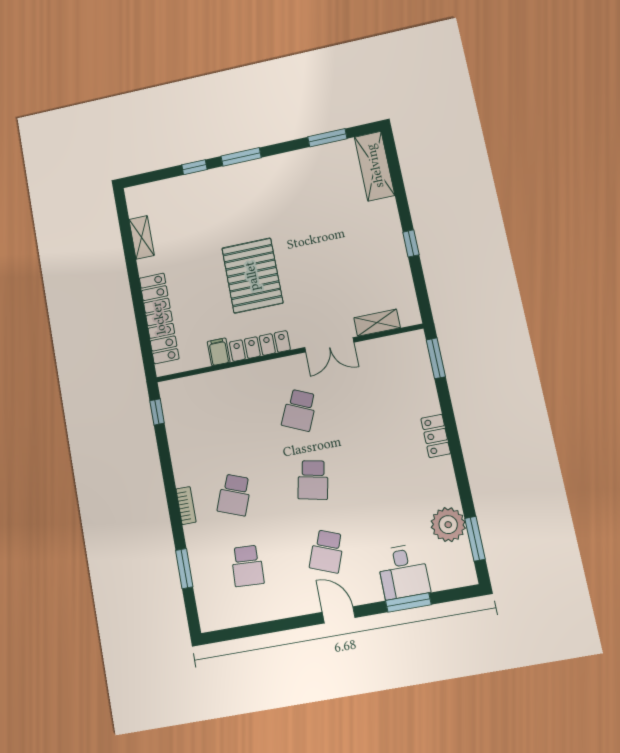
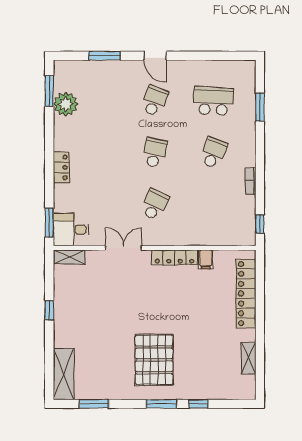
pallet: (252, 276) -> (154, 360), moved
shelving: (377, 323) -> (69, 257), moved
bookcase: (186, 506) -> (250, 181), moved
school desk: (247, 566) -> (214, 101), width x1.85
desk: (403, 572) -> (71, 229), moved, turned -90

